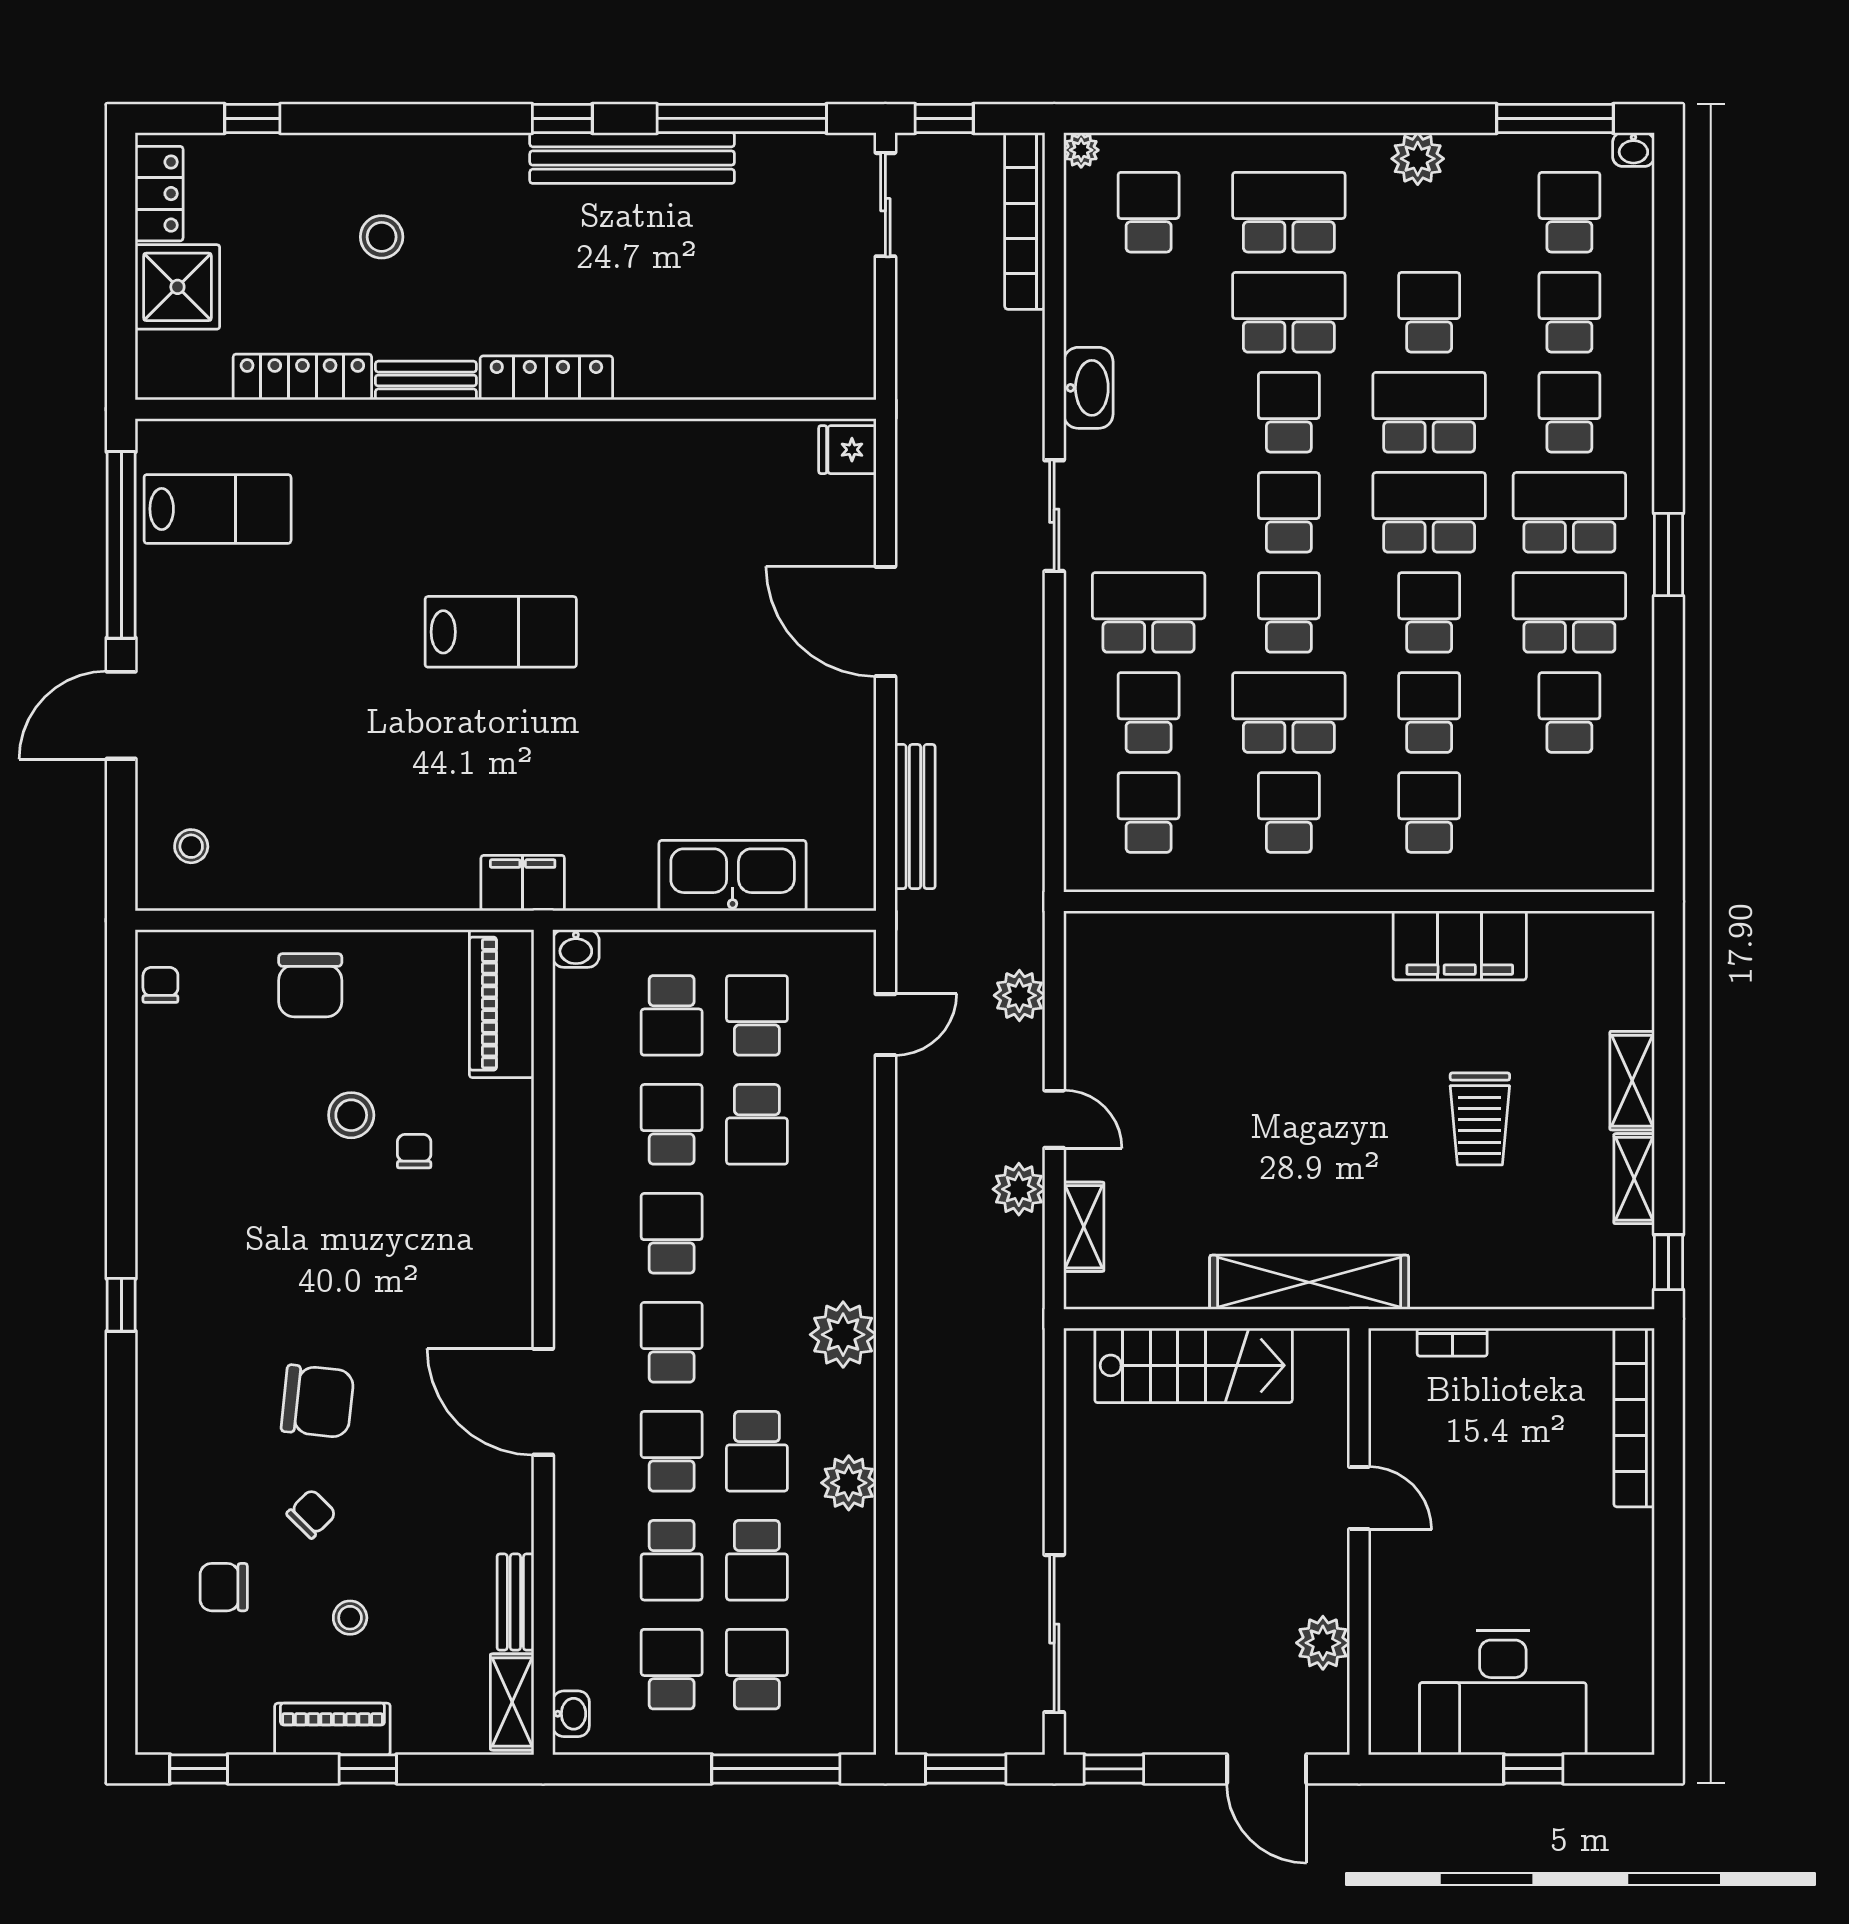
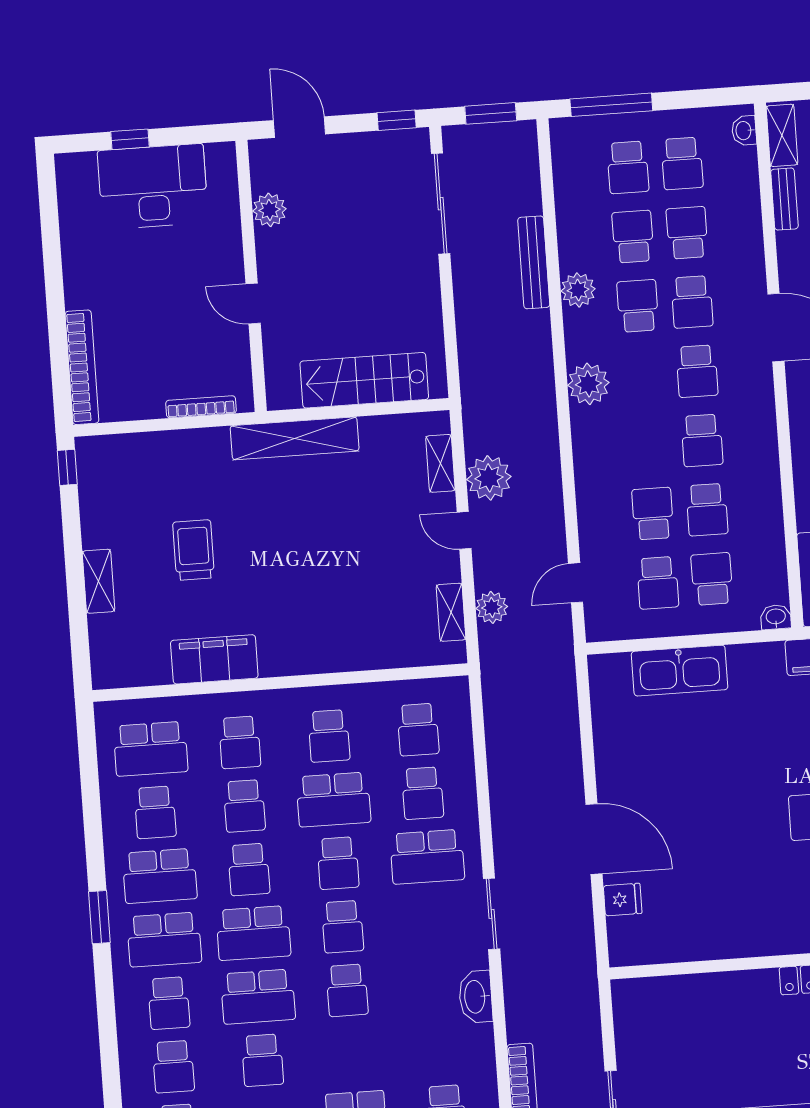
school desk: (1289, 312) -> (151, 749), moved
fridge: (847, 450) -> (623, 900), moved
bench: (915, 817) -> (534, 262), moved
shelving: (1634, 1179) -> (451, 612), moved
plant: (1019, 1189) -> (489, 478), width x1.36, depth x1.36
bookcase: (1452, 1342) -> (201, 407), width x1.56

